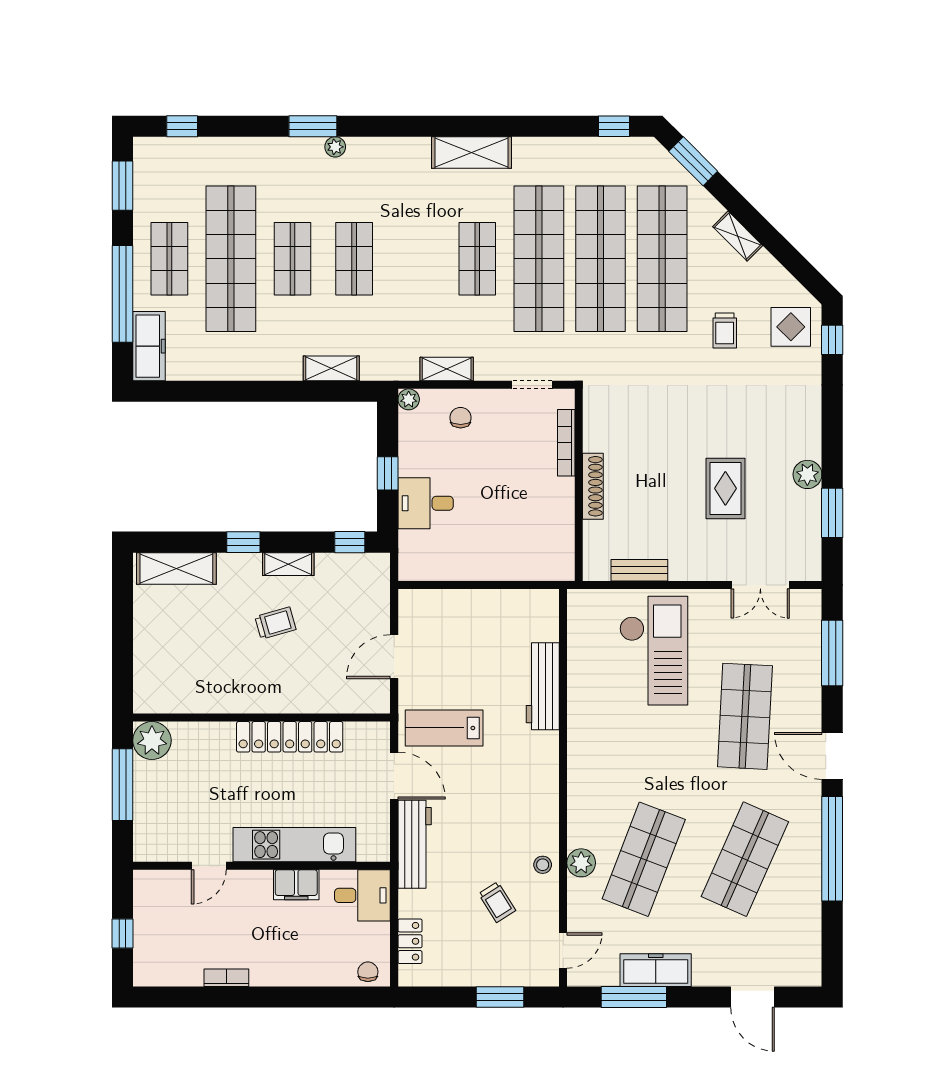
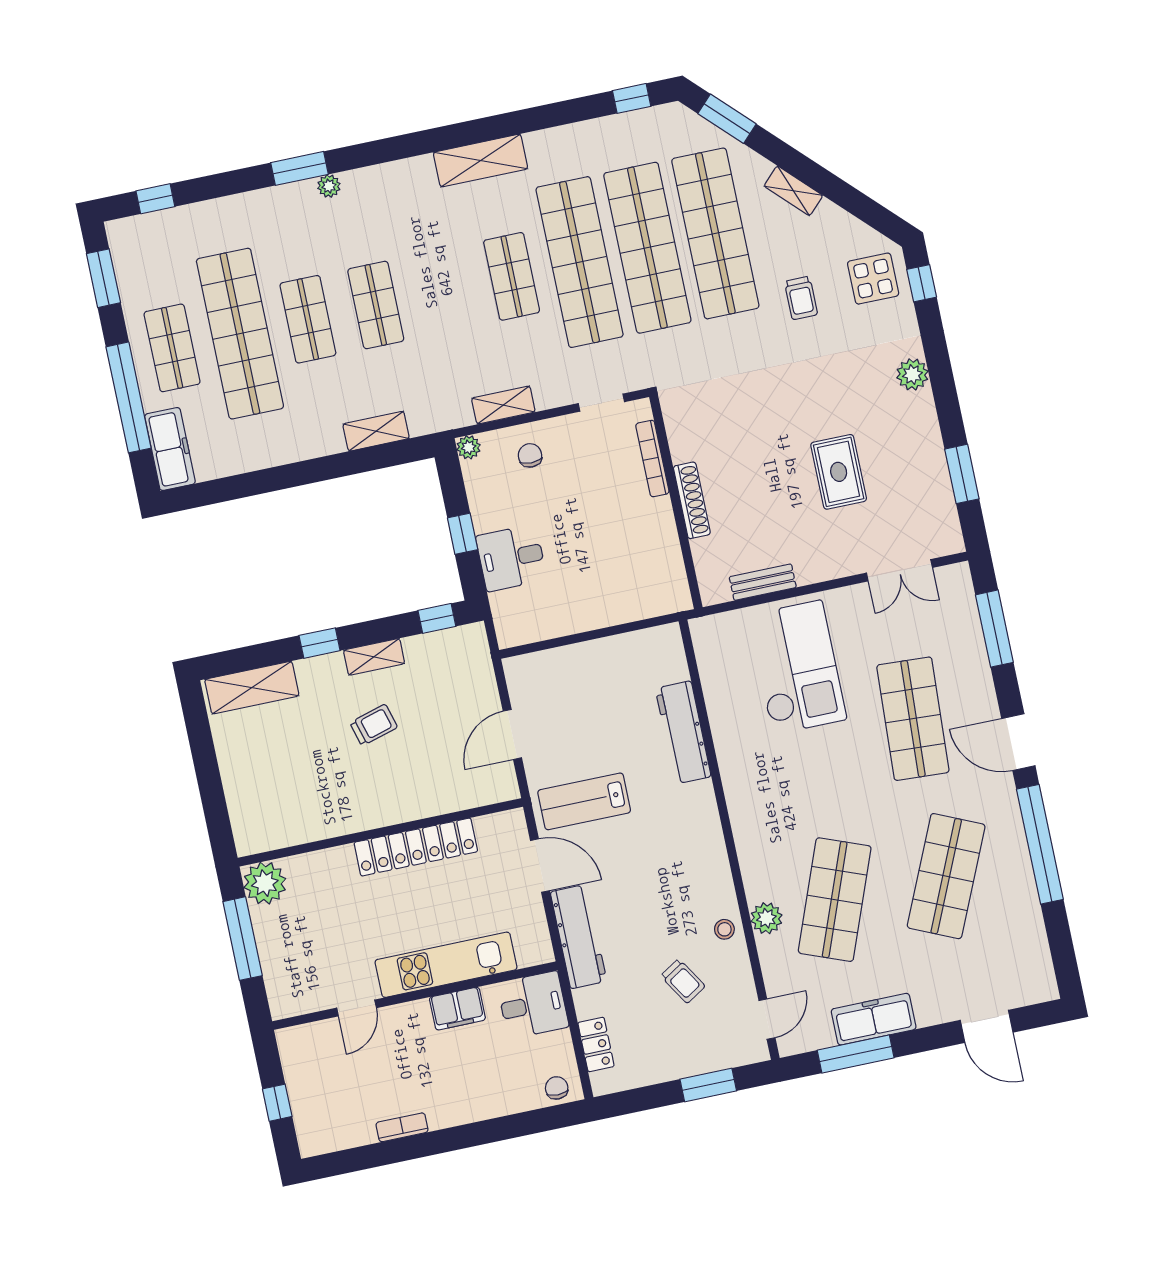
plant: (807, 474) -> (912, 374), moved

